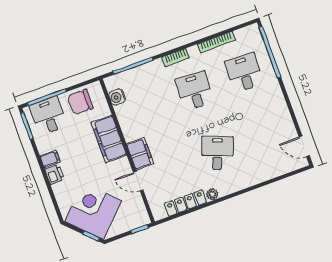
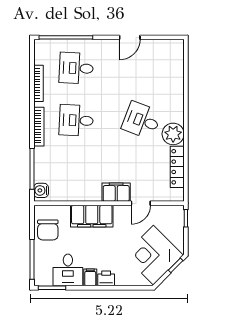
bookcase: (176, 57) -> (39, 127), width x1.56
water cooler: (117, 97) -> (41, 190), moved, turned 90
desk: (48, 116) -> (68, 270), moved, turned -90
door: (304, 146) -> (130, 37), moved
plant: (212, 194) -> (173, 134), width x1.88, depth x1.88

